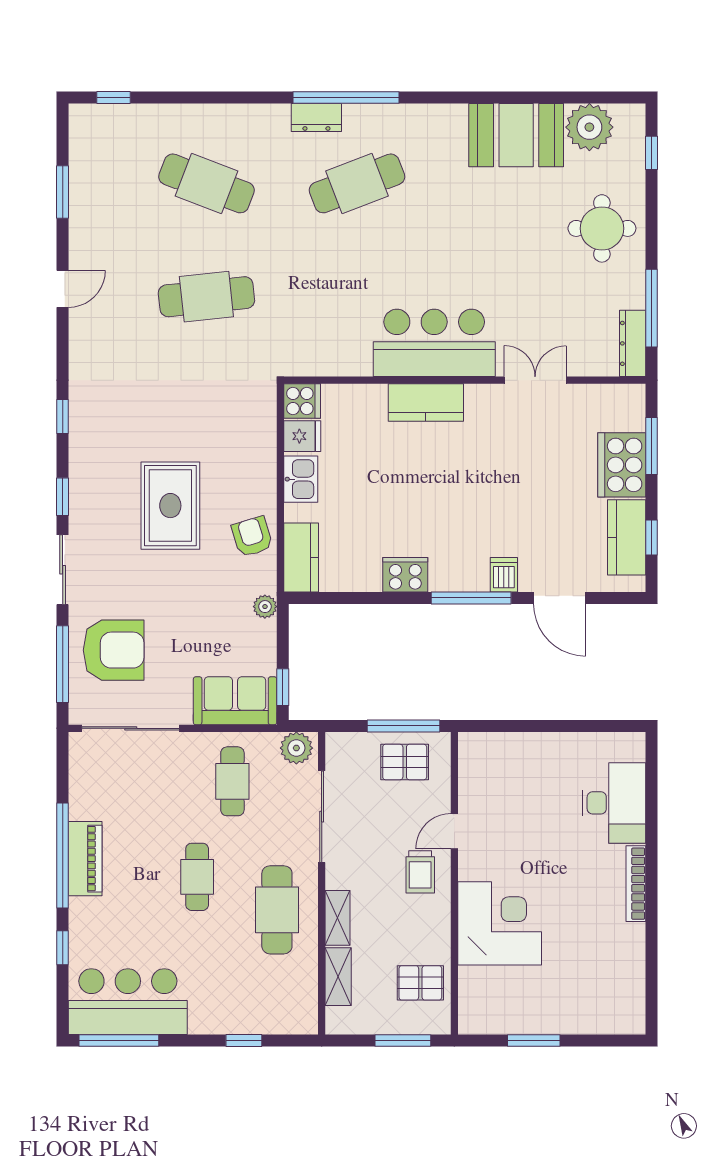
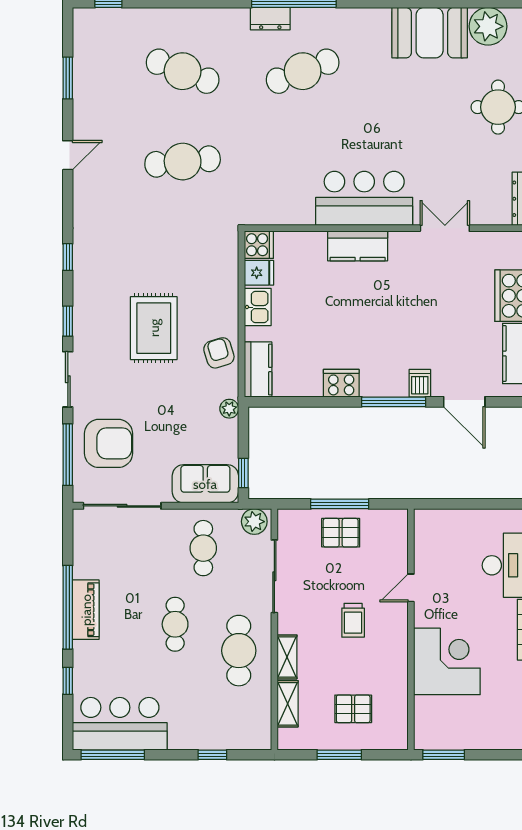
door: (454, 831) -> (411, 588), moved
wall: (454, 883) -> (411, 629), moved
corner desk: (500, 923) -> (447, 661), moved

